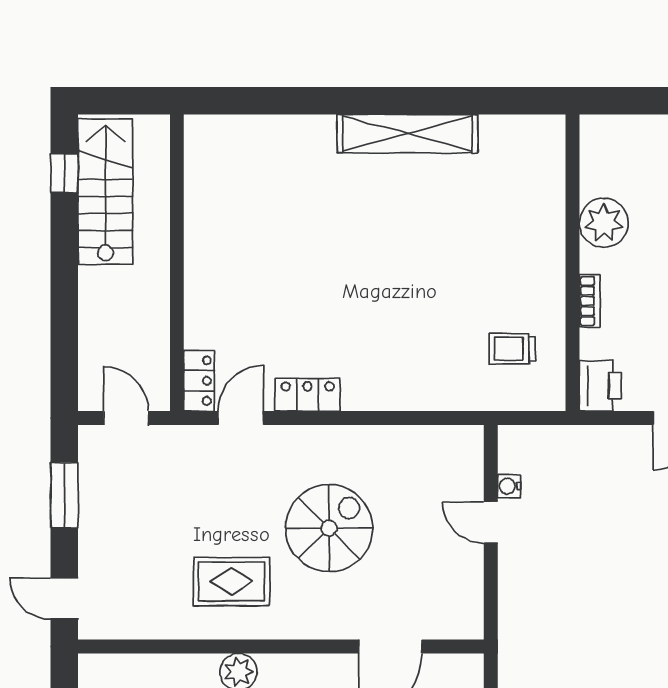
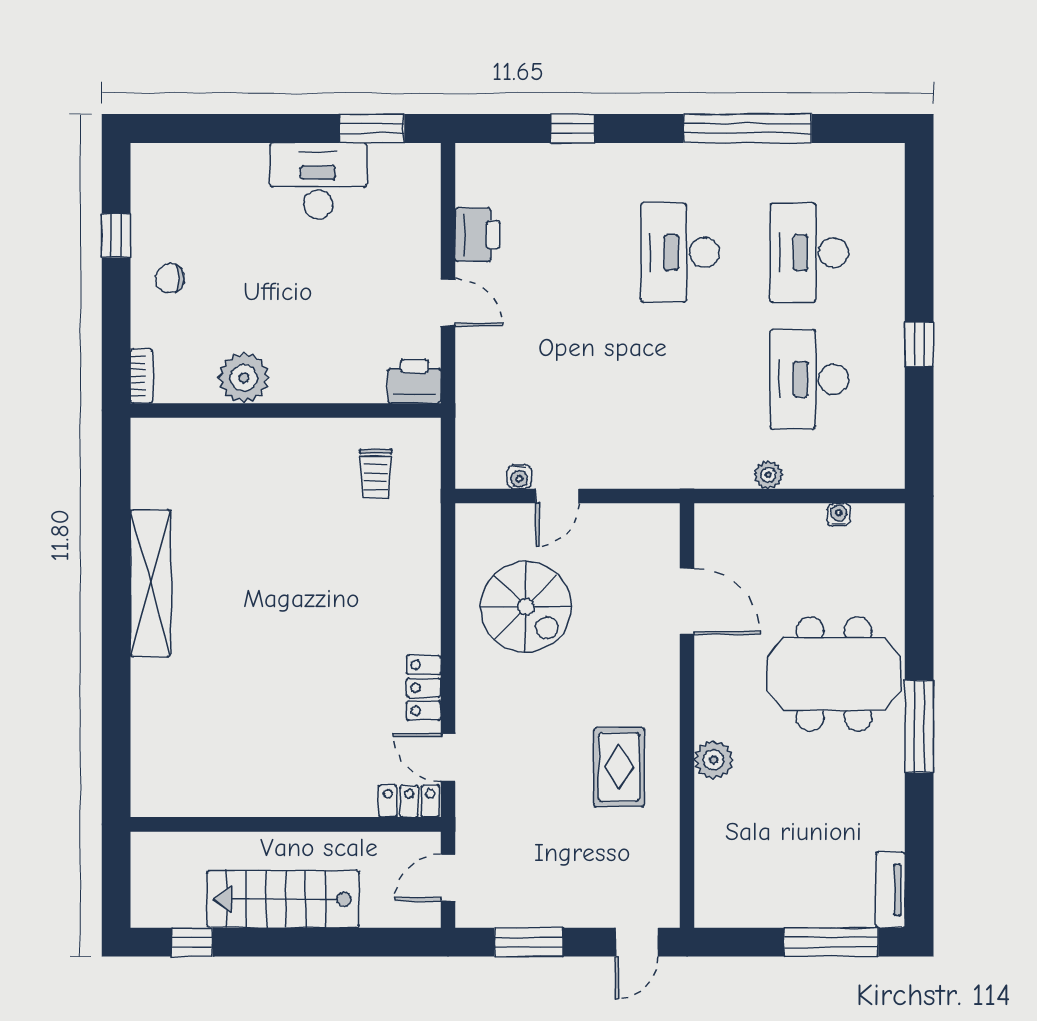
stairs: (105, 192) -> (283, 899), moved
bookcase: (590, 301) -> (141, 376), moved, turned 90
spiral stairs: (329, 528) -> (526, 607), moved, turned 180

